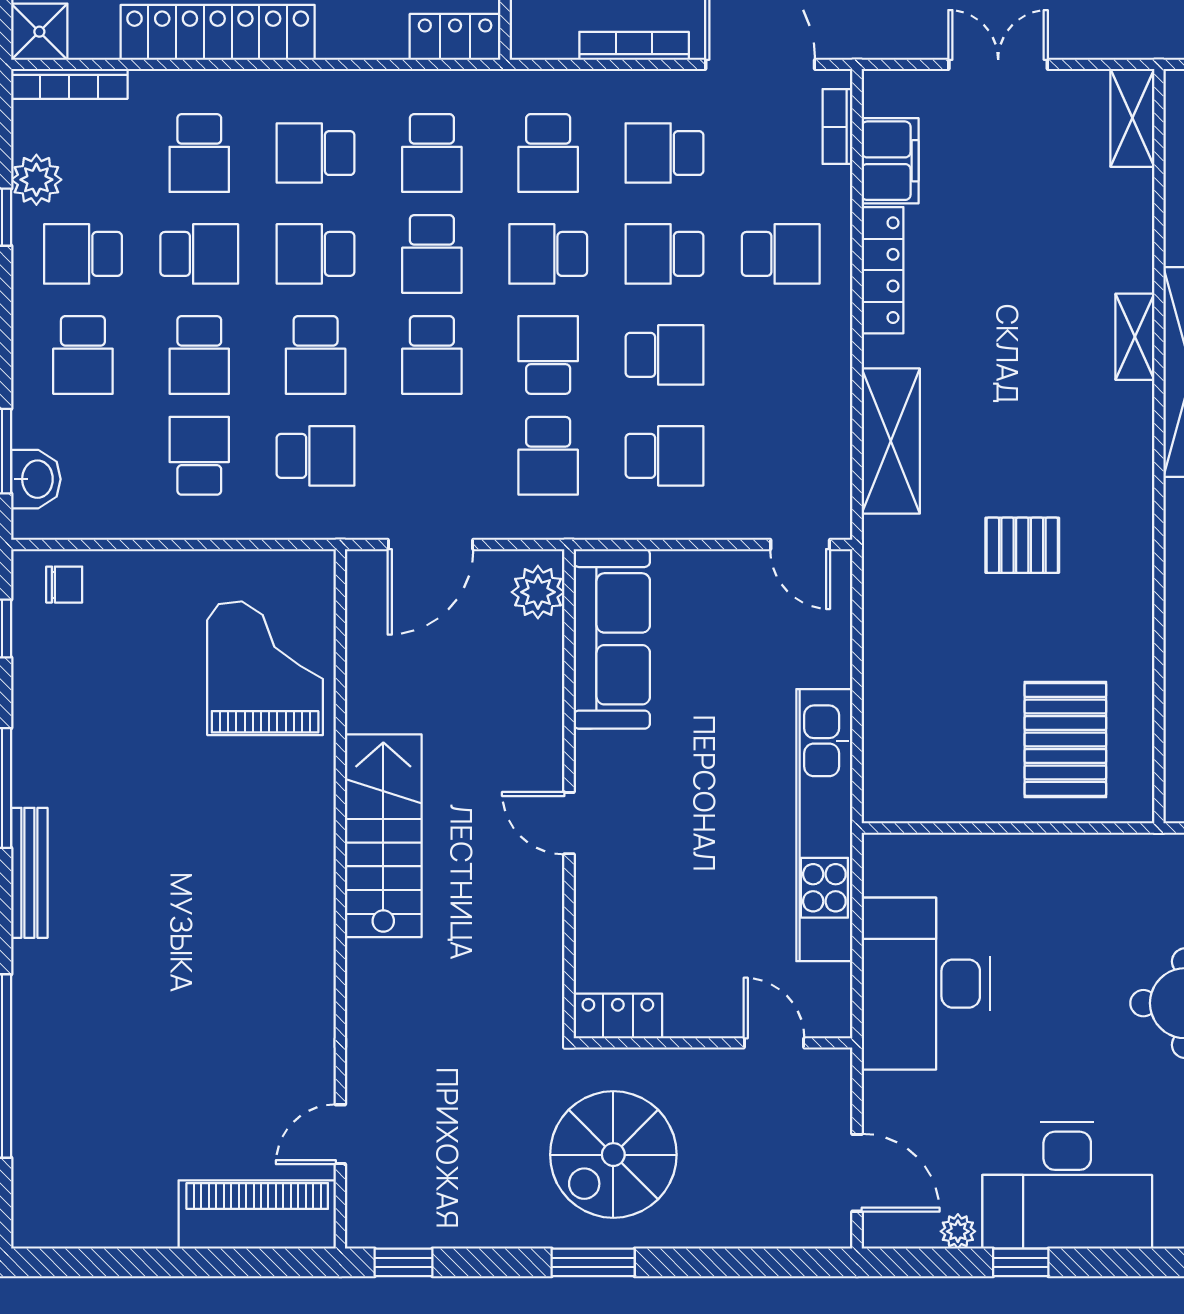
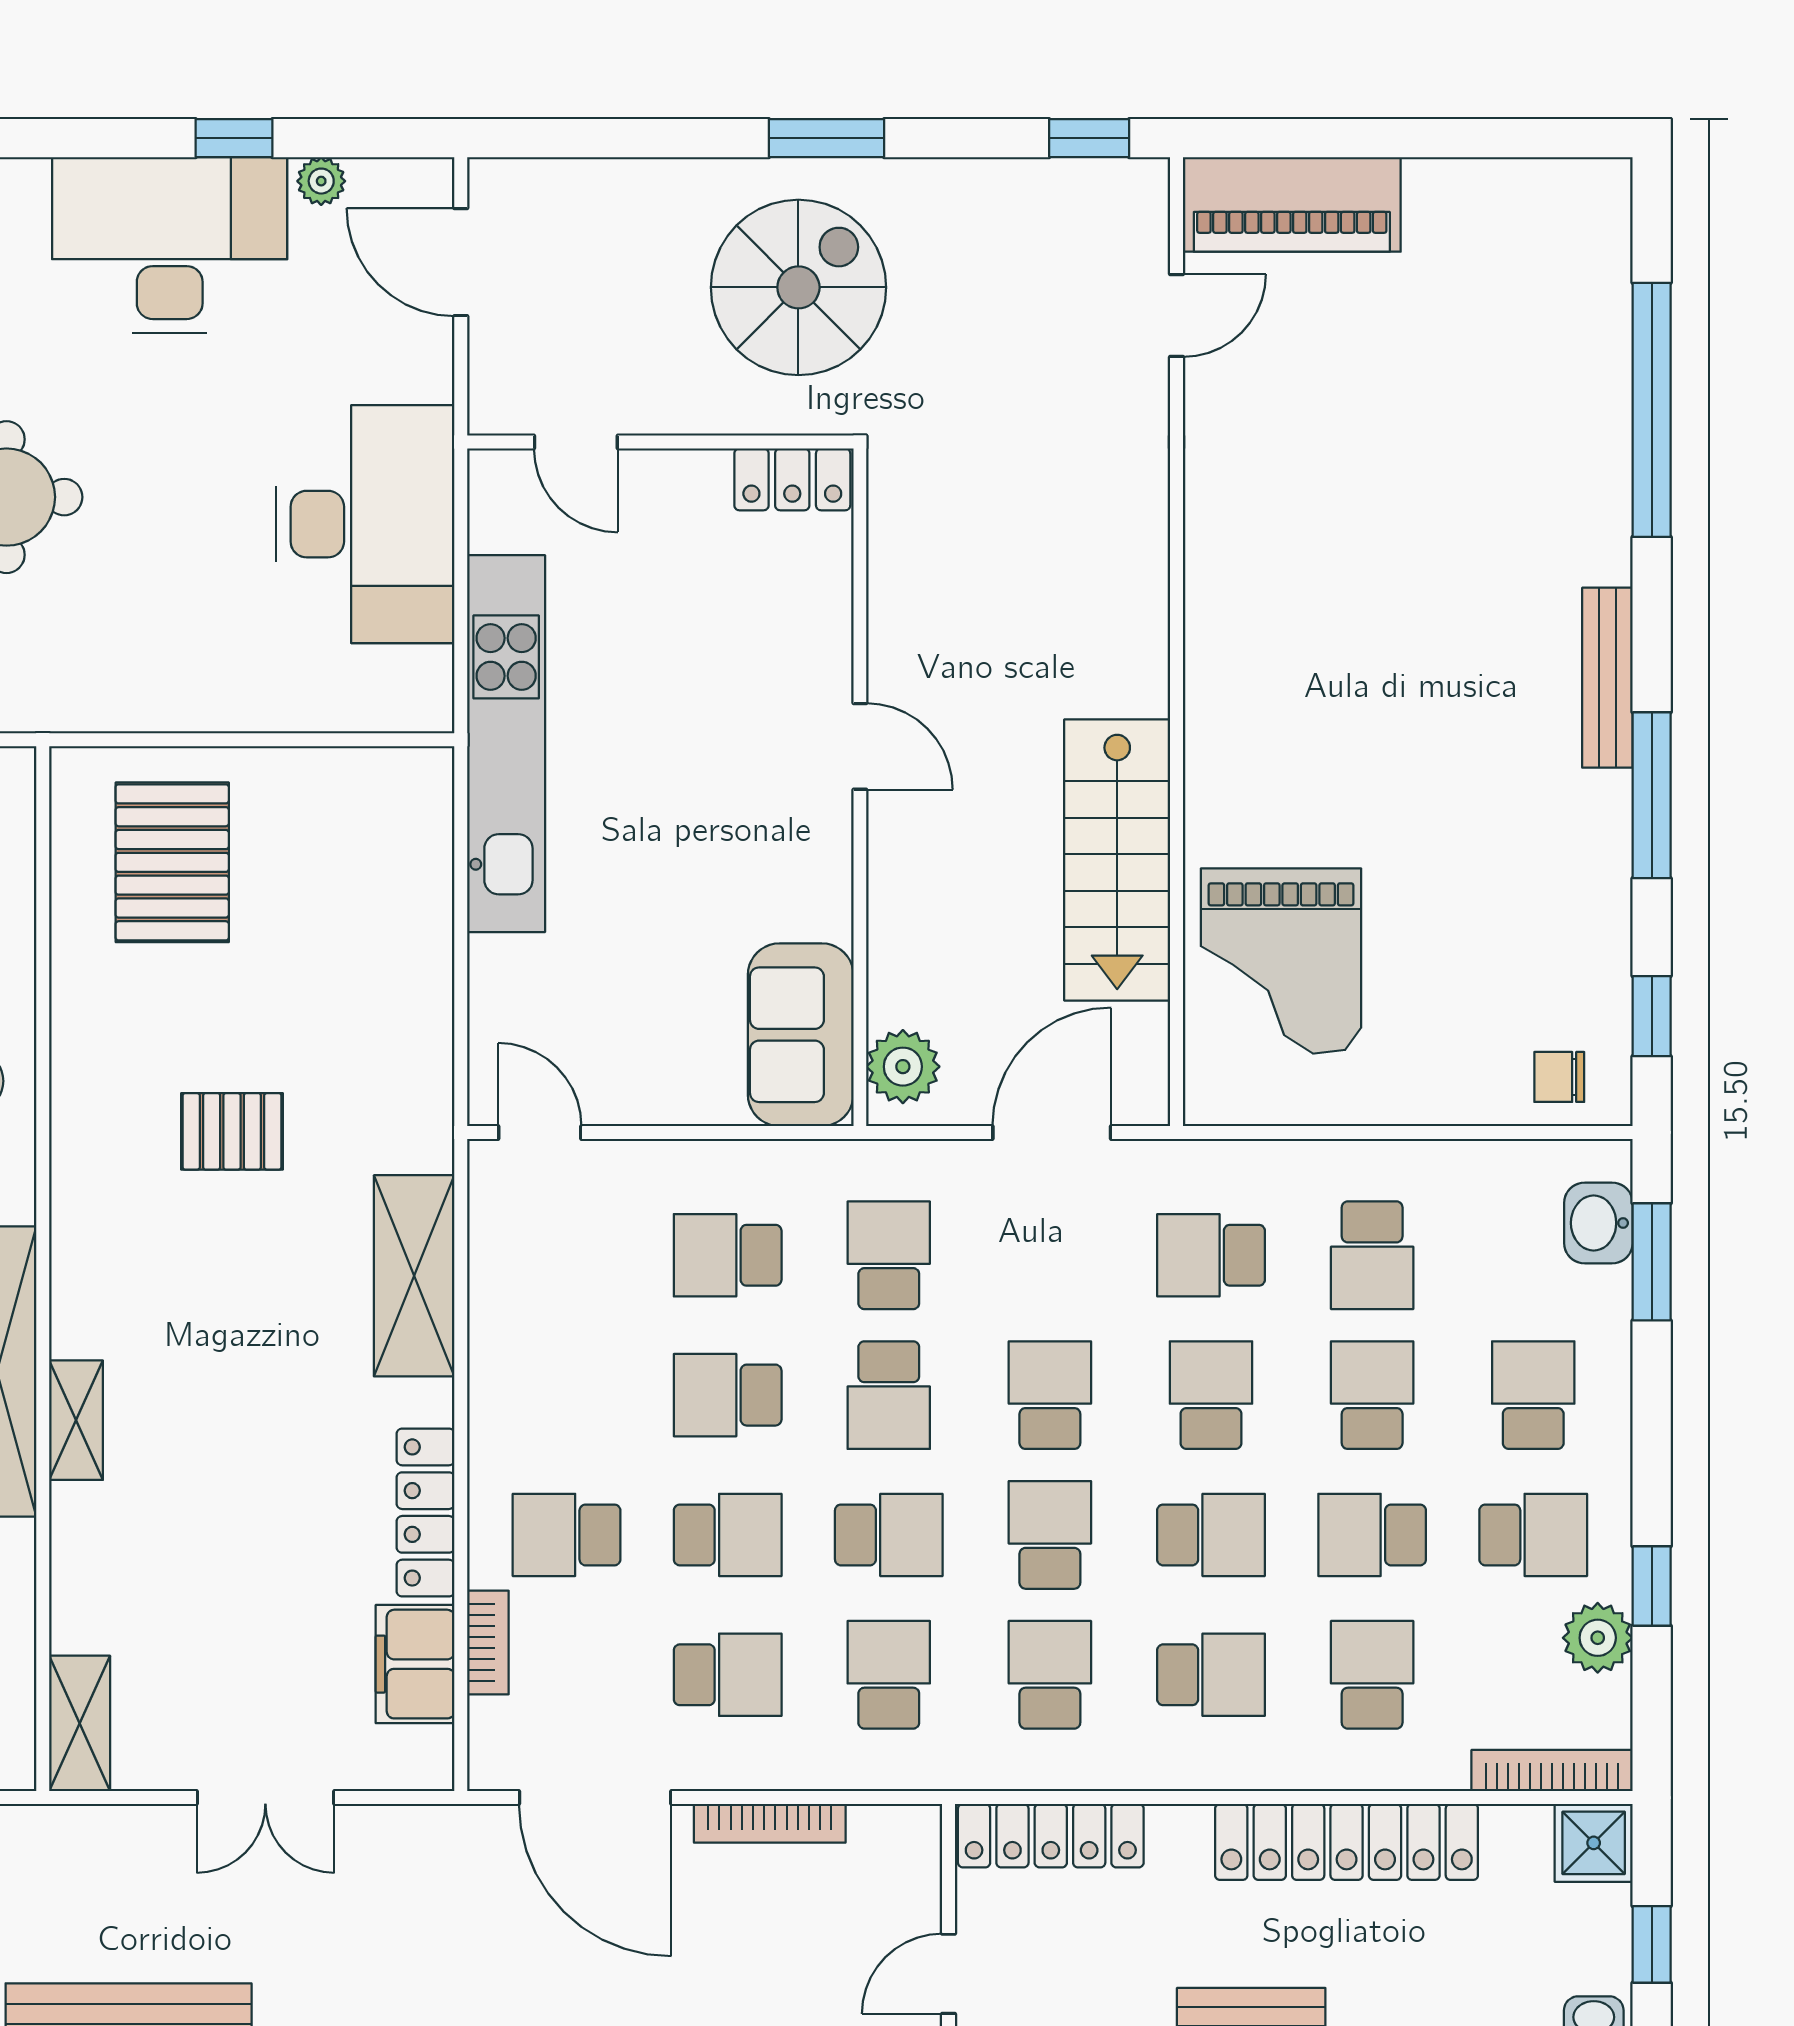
locker: (455, 37) -> (1051, 1836), width x1.53
bookcase: (838, 127) -> (488, 1643), moved
sofa: (612, 639) -> (801, 1035), width x0.73
stairs: (383, 836) -> (1117, 860), moved

